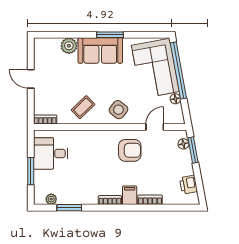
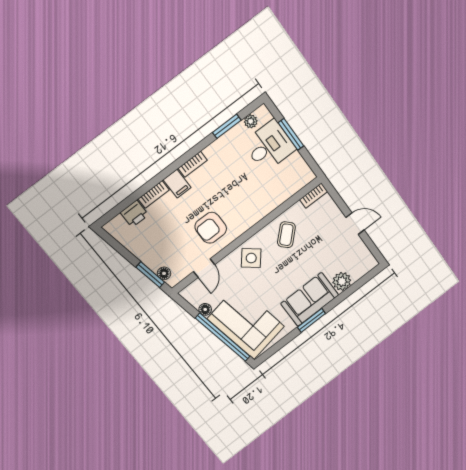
desk: (51, 153) -> (269, 146), moved
printer: (188, 185) -> (134, 214), moved, turned 100

